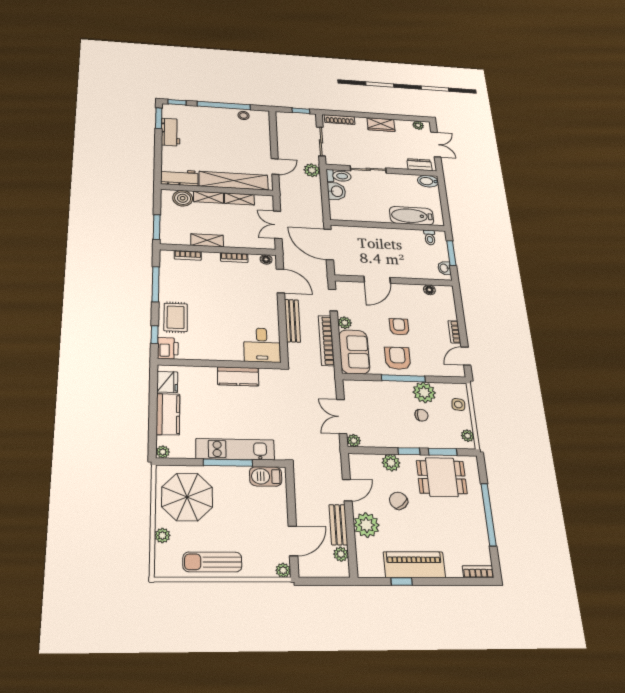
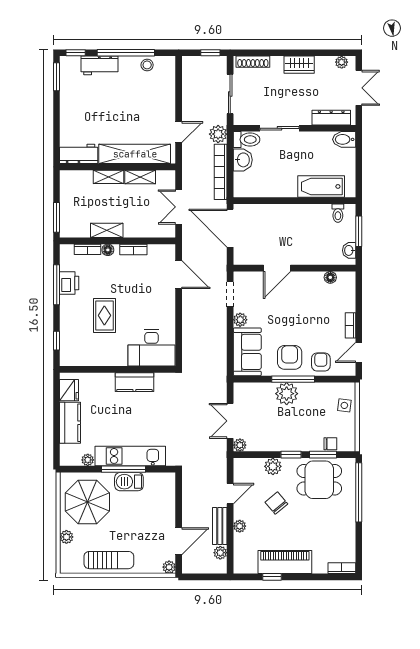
workbench: (171, 132) -> (99, 65), moved, turned 90
dresser: (419, 165) -> (331, 118), width x1.44
boiler: (183, 198) -> (82, 180), removed
floor lamp: (266, 259) -> (108, 250), moved
rug: (176, 317) -> (104, 315), moved
bench: (292, 321) -> (189, 320), removed
armchair: (399, 327) -> (321, 362), moved
bookcase: (326, 341) -> (221, 172), moved
desk: (262, 345) -> (152, 348), width x1.37
printer: (168, 348) -> (69, 283), moved
plant: (424, 392) -> (287, 394), moved
chair: (421, 415) -> (330, 444), moved
plant: (468, 436) -> (349, 438), removed
plant: (163, 452) -> (88, 460), moved
barbecue: (266, 476) -> (129, 482), moved
window: (488, 514) -> (359, 492), moved
plant: (366, 525) -> (240, 526), width x0.53, depth x0.53
sun lounger: (212, 562) -> (109, 560), turned 180

